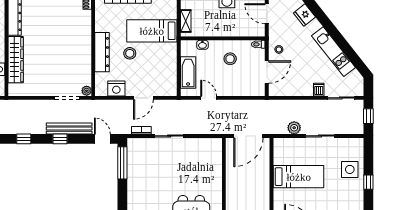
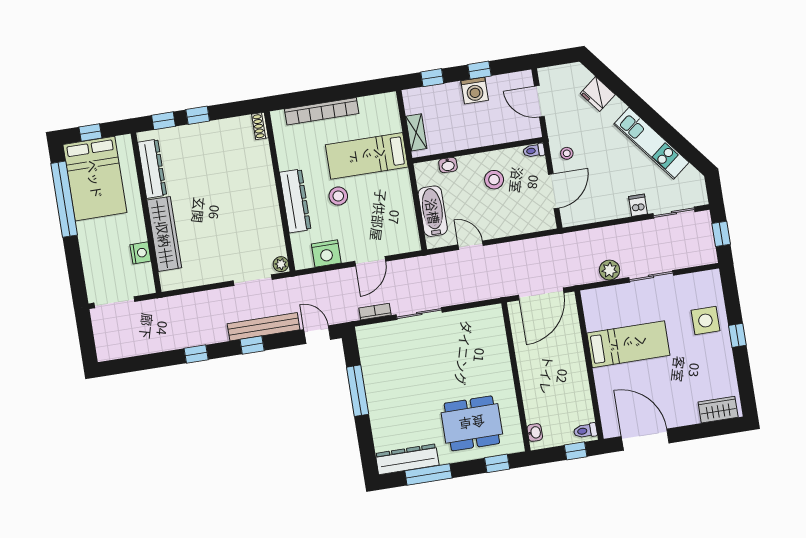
window: (122, 163) -> (358, 391), moved

